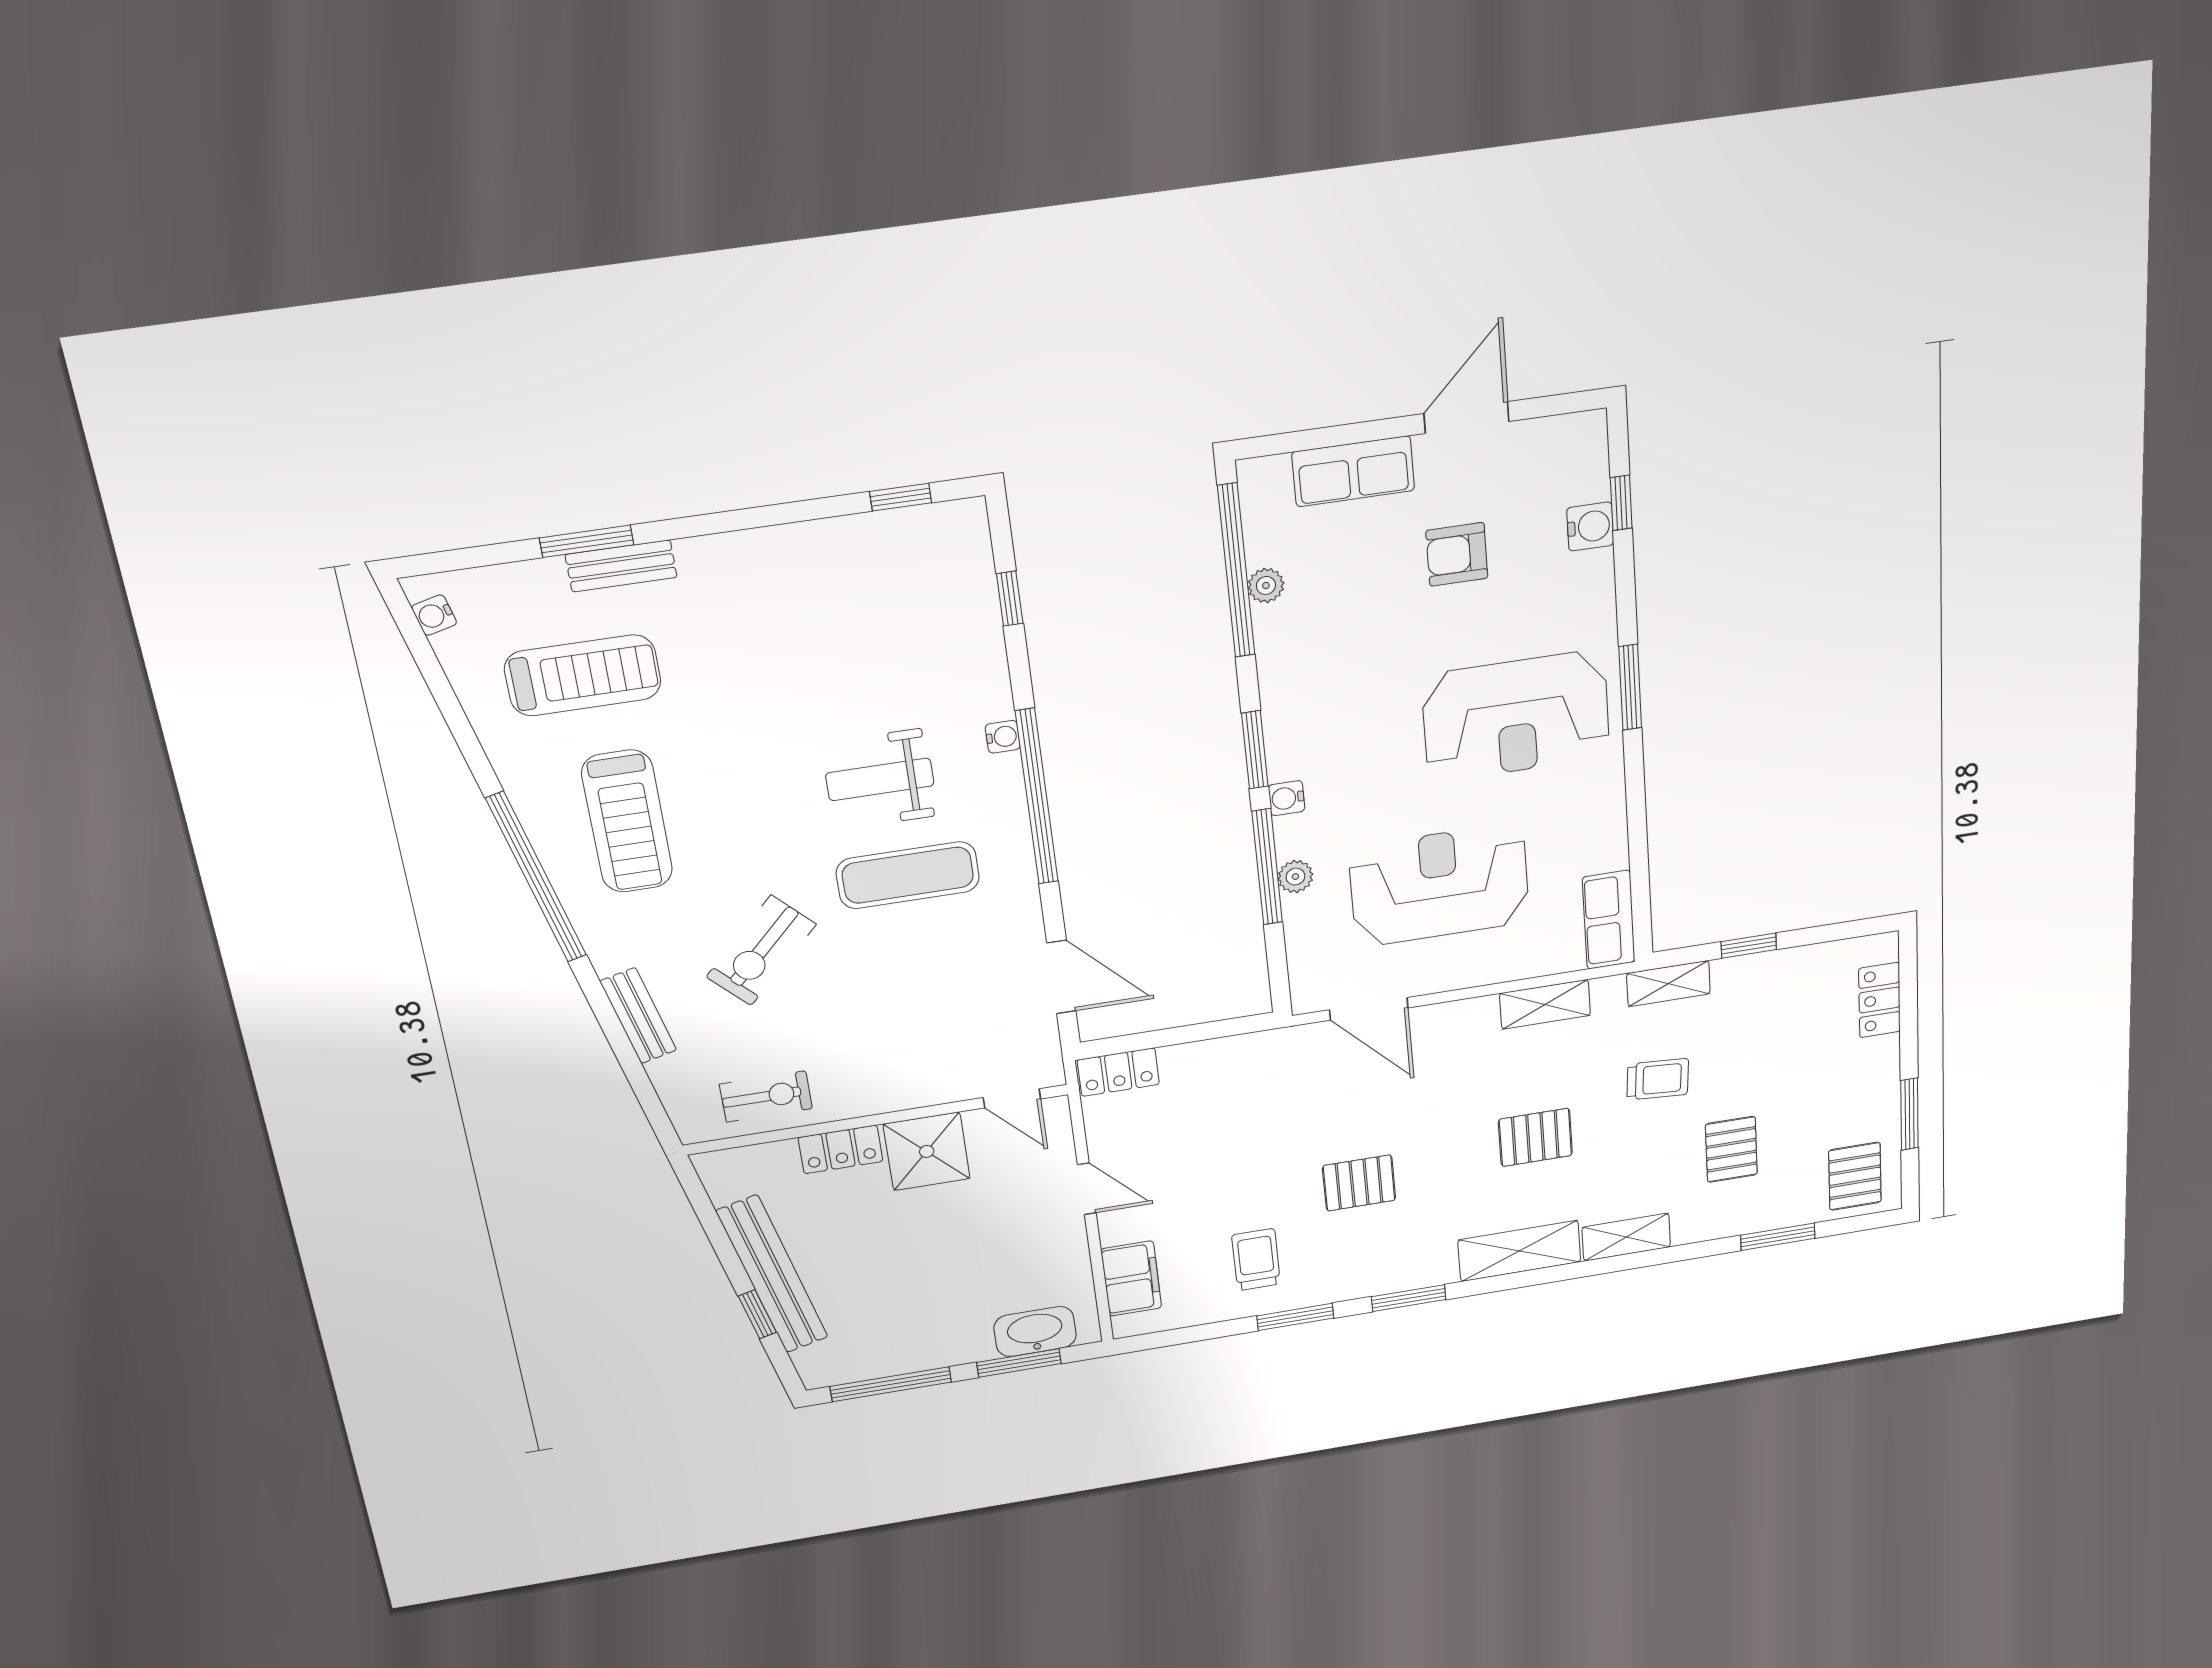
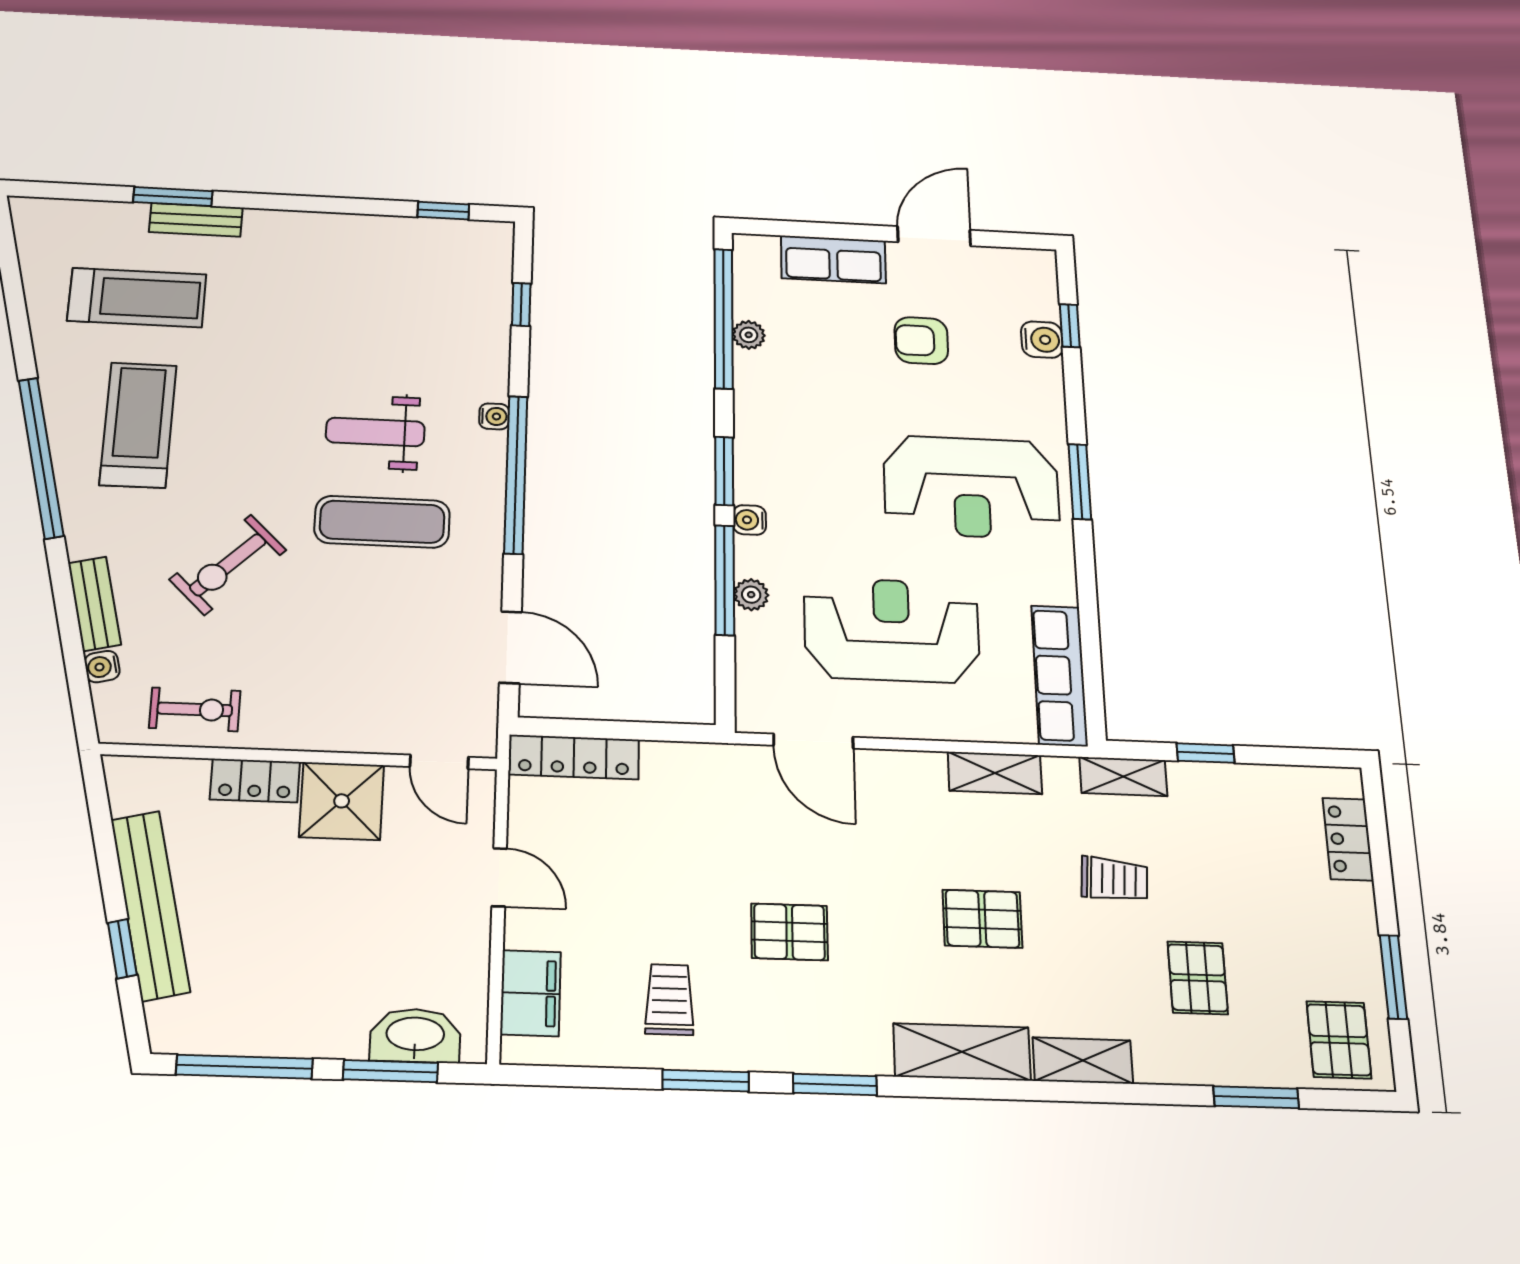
water cooler: (434, 615) -> (102, 667), moved
treadmill: (627, 821) -> (138, 425), turned 180
row of seats: (1609, 920) -> (1059, 675), width x1.48
locker: (1118, 1072) -> (574, 757), width x1.53

